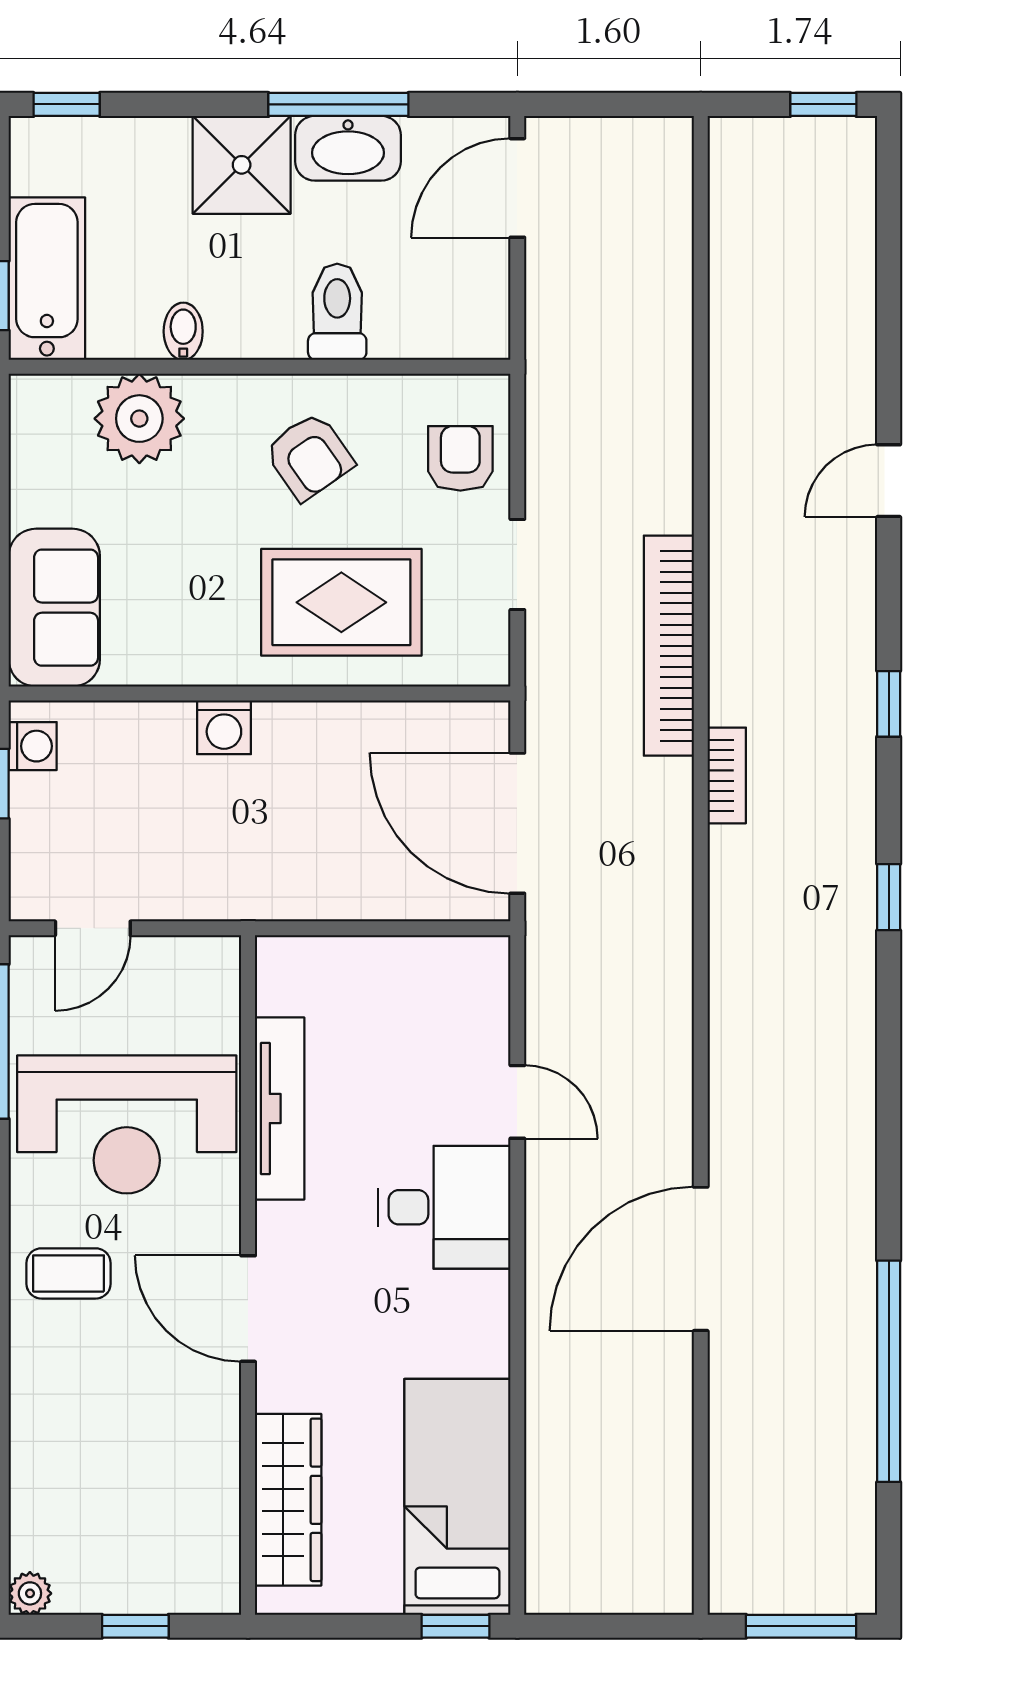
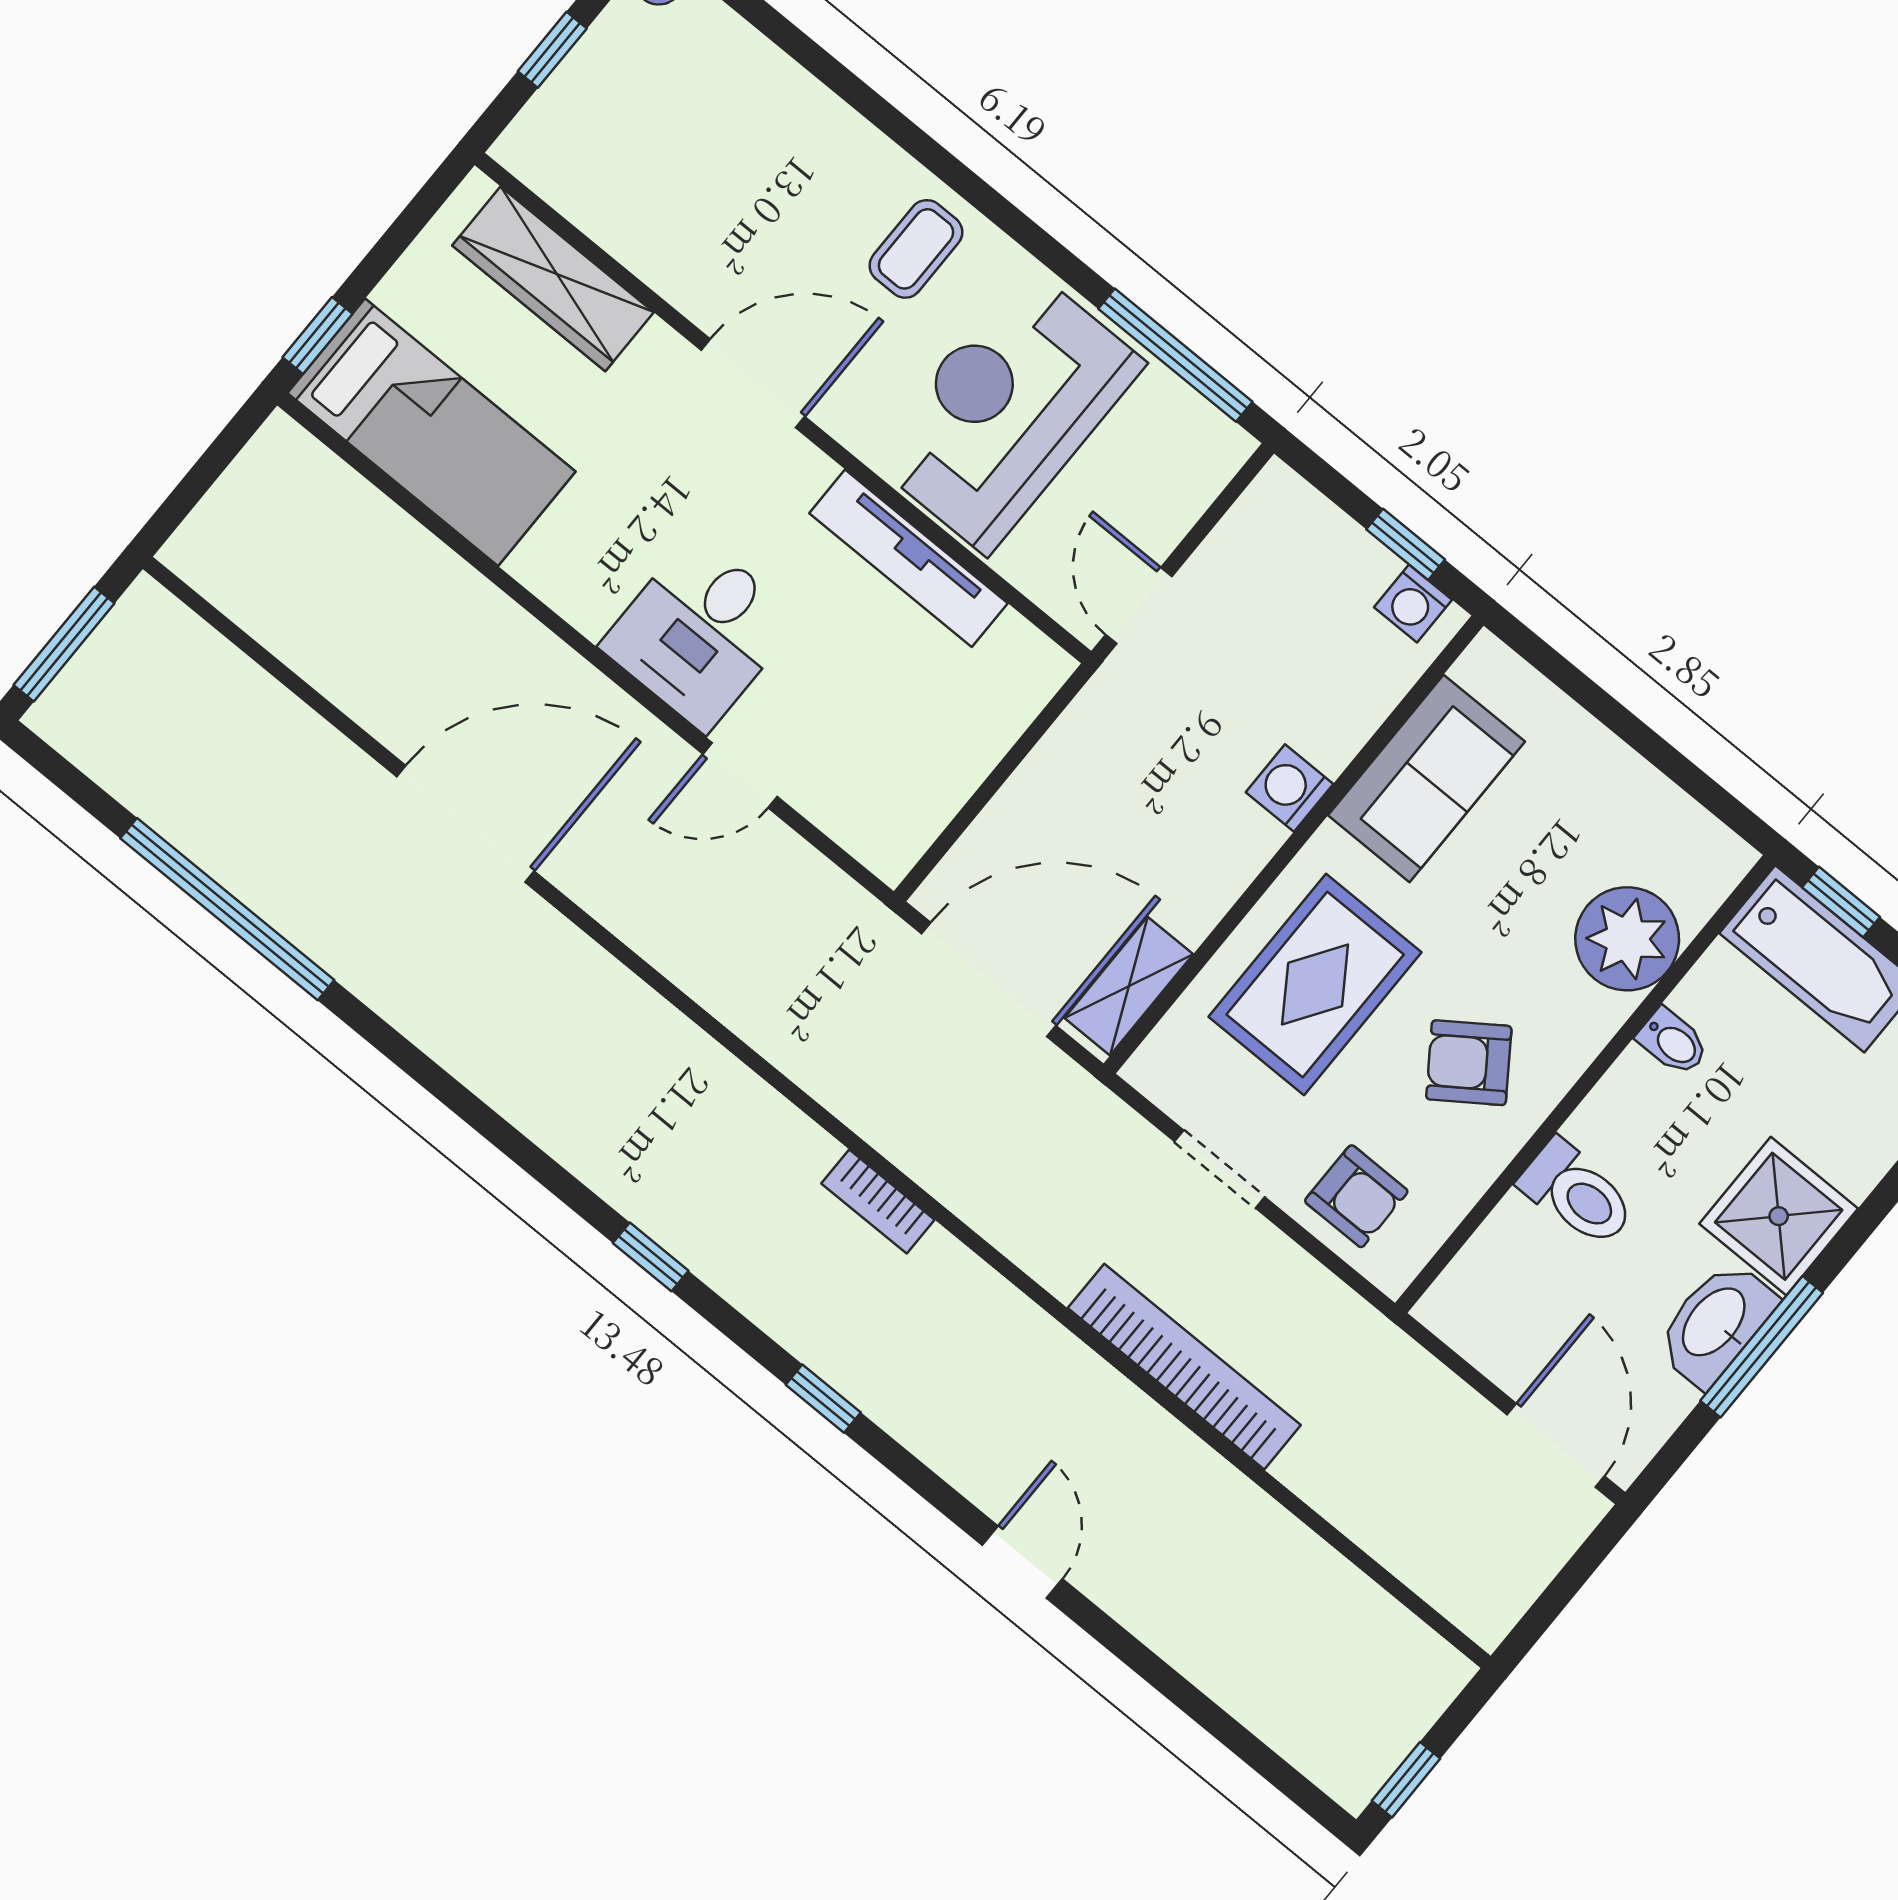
sofa: (54, 608) -> (1426, 778), moved, turned -90
bookcase: (669, 646) -> (1184, 1367), moved
shelving: (445, 726) -> (1129, 986), added
door: (93, 928) -> (1139, 606), moved
door: (701, 1259) -> (466, 824), hinge flipped

